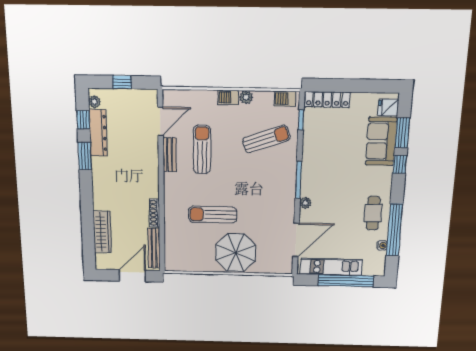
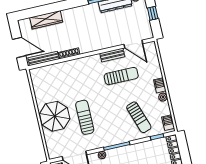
sun lounger: (213, 215) -> (85, 117), moved

